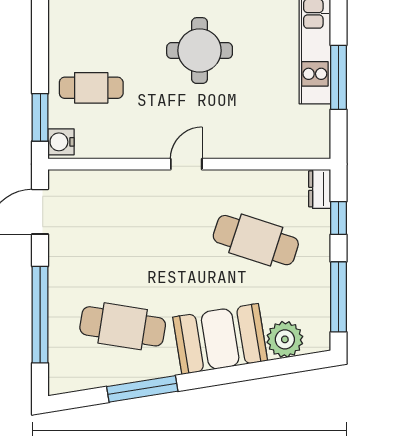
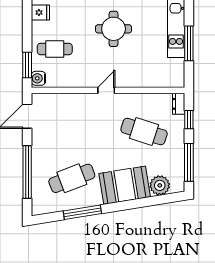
fridge: (65, 21) -> (40, 13), added
cafe table: (123, 326) -> (72, 178), turned -30

